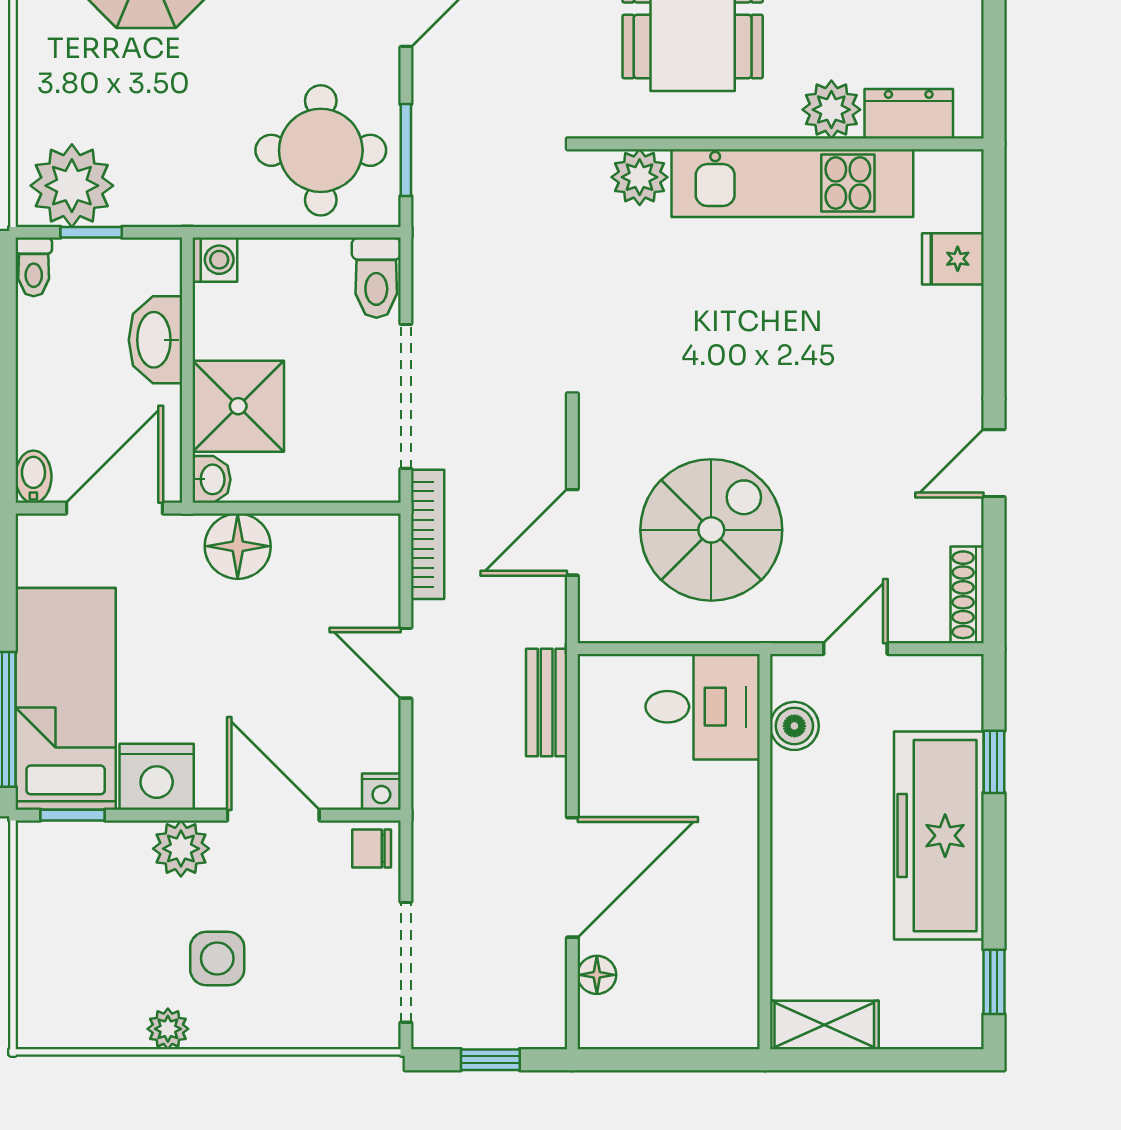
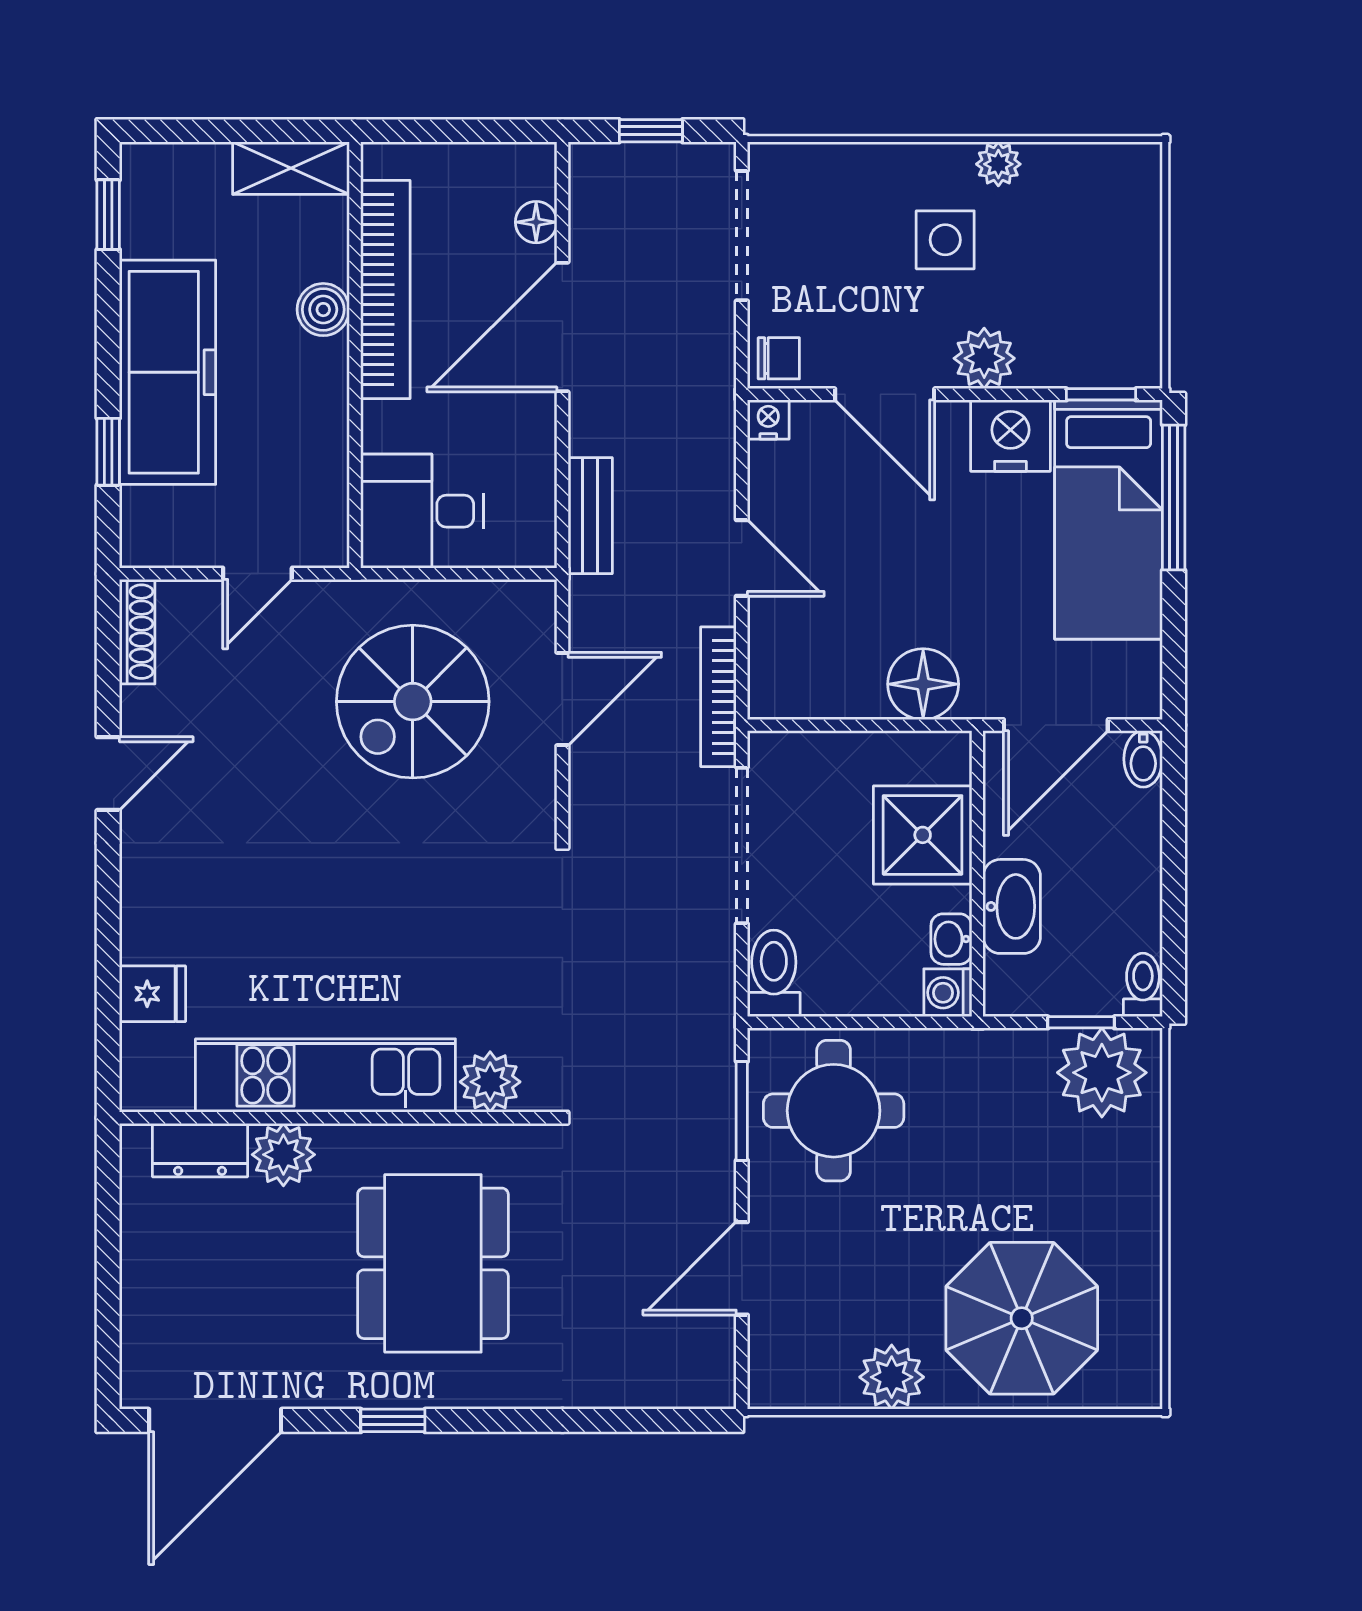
washbasin: (211, 479) -> (951, 939), moved
boiler: (794, 726) -> (323, 310), moved
bookcase: (737, 912) -> (385, 290), added

